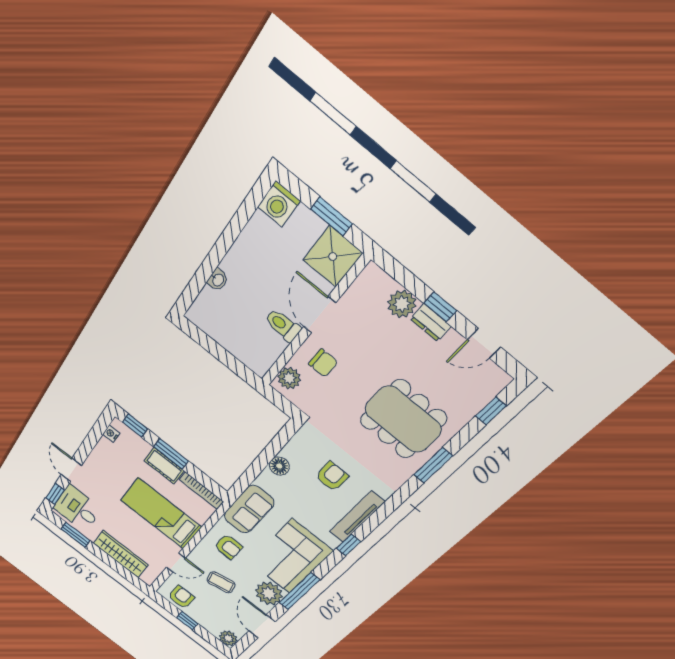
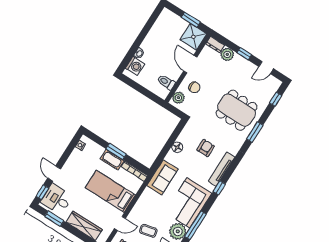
washing machine: (279, 204) -> (135, 66), moved, turned -90
dresser: (431, 323) -> (215, 44), moved
toilet: (283, 325) -> (166, 82), moved
window: (135, 425) -> (95, 138), removed
armchair: (228, 547) -> (152, 205), removed

